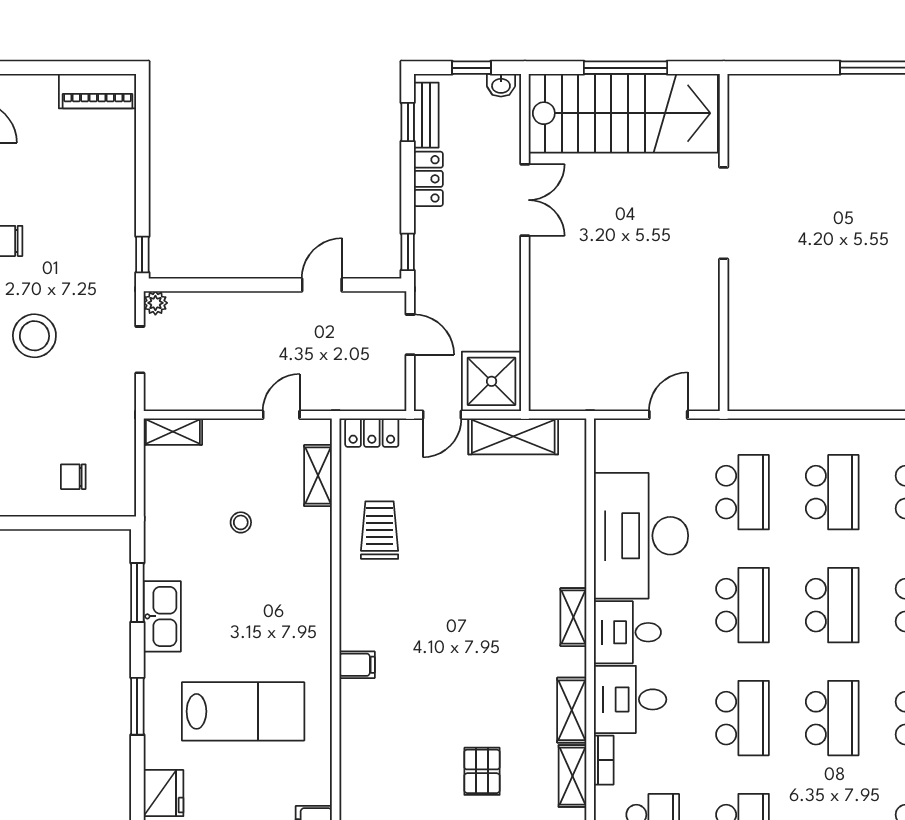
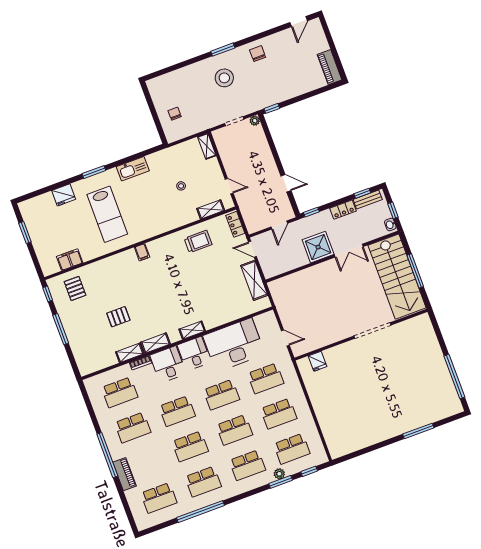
fridge: (747, 362) -> (318, 361), added
shower: (492, 381) -> (318, 247), moved
window: (137, 593) -> (139, 156), removed

